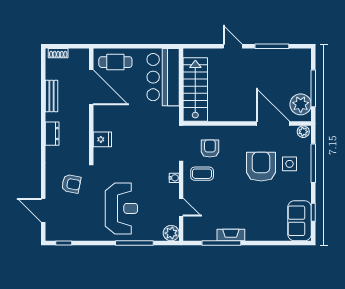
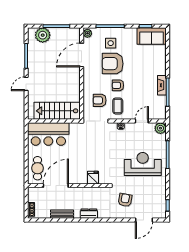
plant: (301, 104) -> (43, 35), moved
armchair: (231, 174) -> (118, 85), added

